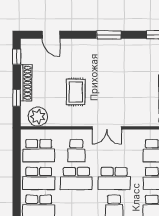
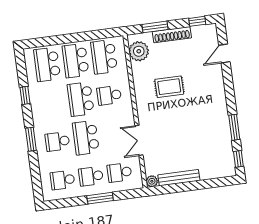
window: (109, 35) -> (234, 127), moved
window: (17, 98) -> (155, 27), width x1.50
double door: (107, 128) -> (139, 140), moved

